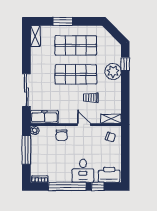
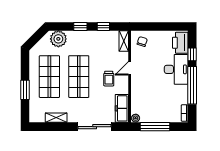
shelving: (35, 36) -> (56, 118), moved
window: (125, 64) -> (80, 27), moved
plant: (113, 71) -> (58, 39), moved
trolley: (91, 98) -> (109, 79), moved
window: (125, 99) -> (103, 27), added
chair: (62, 135) -> (140, 91), removed
desk: (83, 171) -> (176, 69), width x1.37

